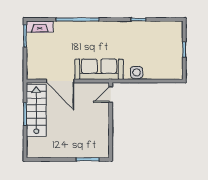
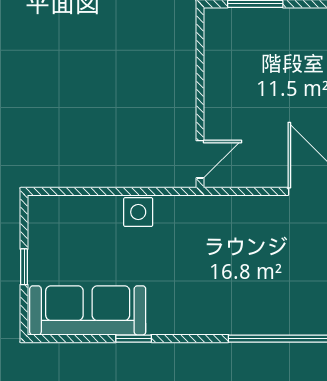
sofa: (99, 69) -> (88, 310), moved, turned 180

